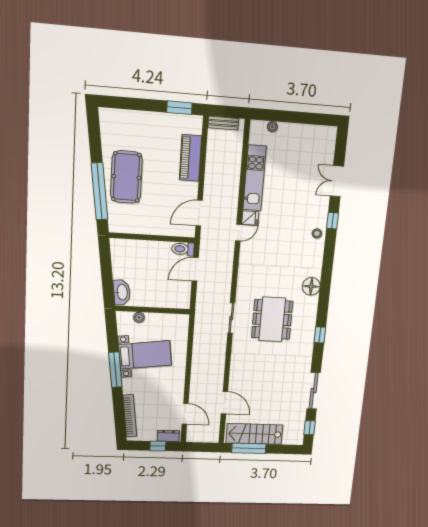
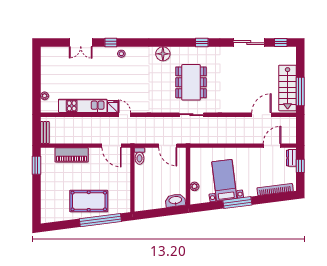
door: (195, 269) -> (168, 146), moved
dining table: (272, 319) -> (191, 82), turned 90

